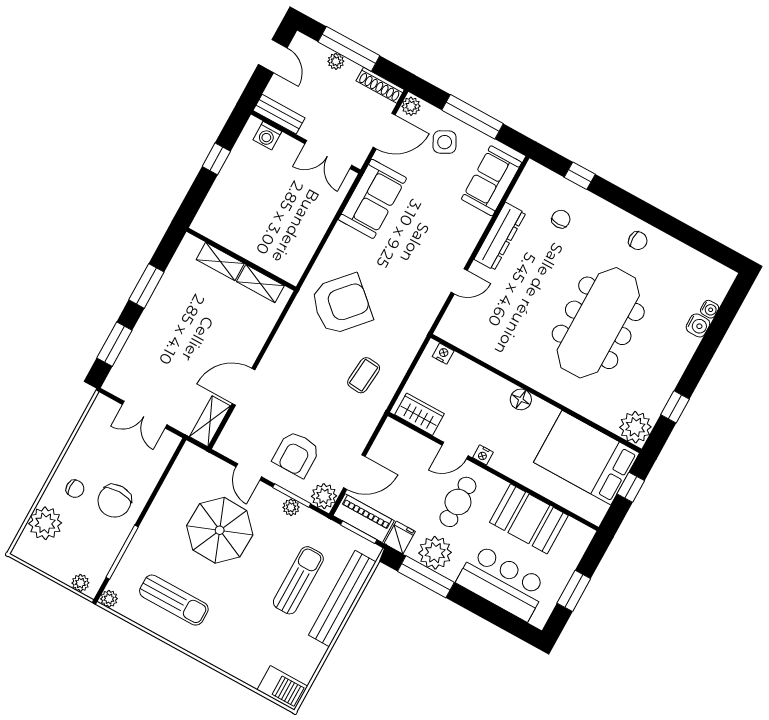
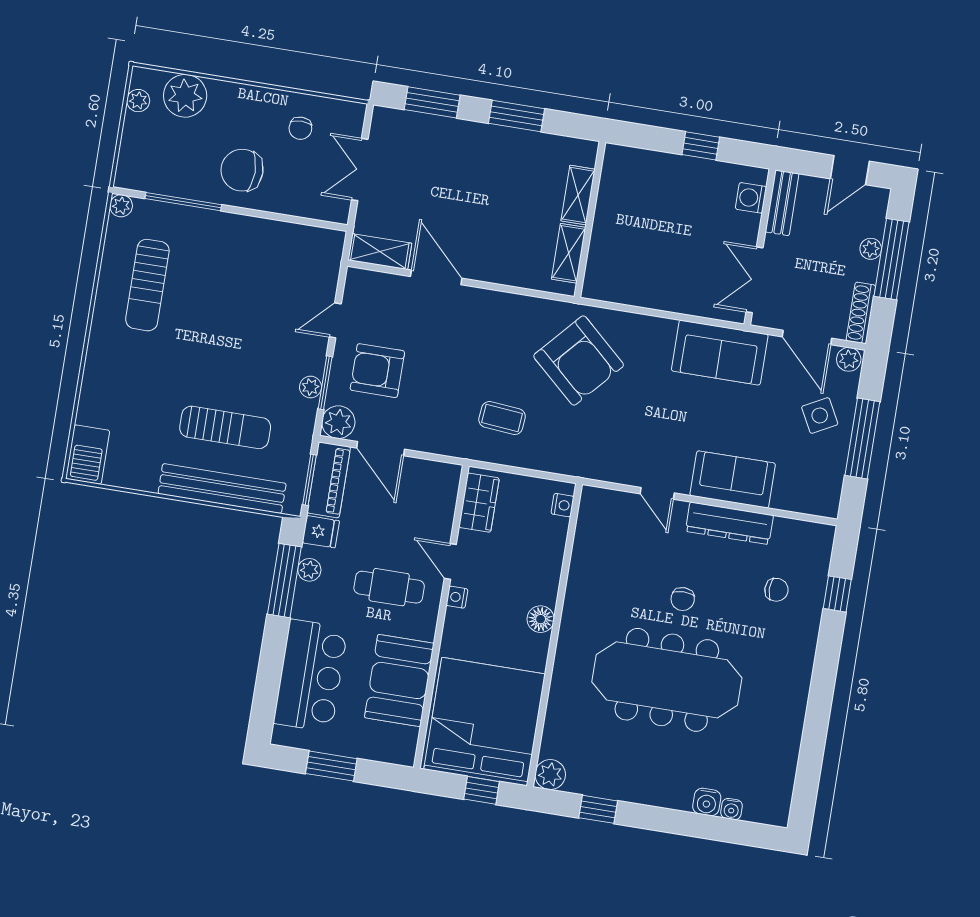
sofa: (492, 181) -> (733, 479), moved
chair: (638, 241) -> (683, 599), moved
plant: (635, 427) -> (550, 775), width x0.73, depth x0.73
bed: (586, 458) -> (485, 722), width x1.36
chair: (75, 489) -> (300, 128), moved
parasol: (220, 530) -> (252, 310), removed
plant: (435, 553) -> (309, 570), width x0.53, depth x0.53
plant: (80, 583) -> (138, 101), moved

